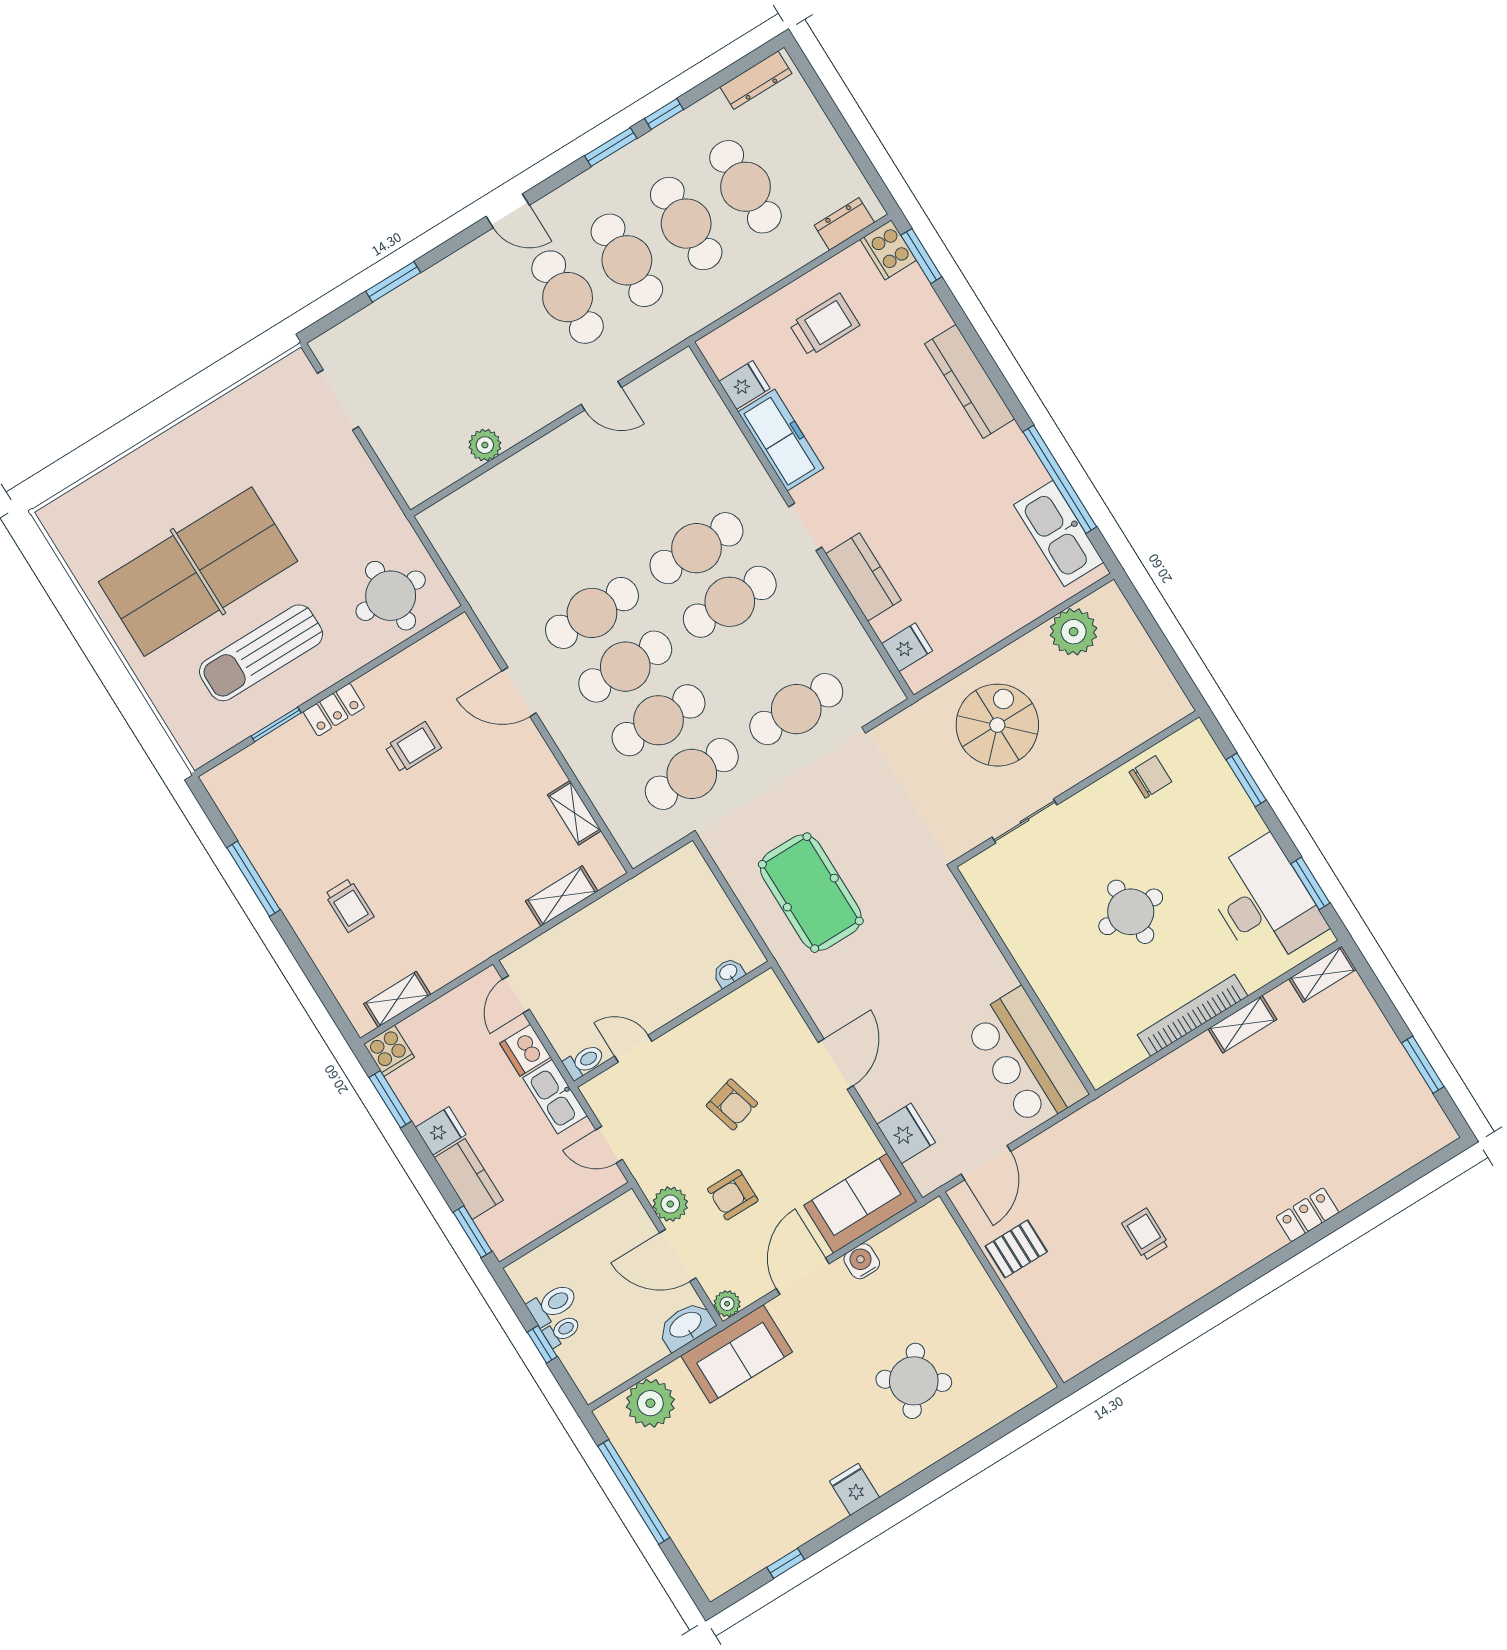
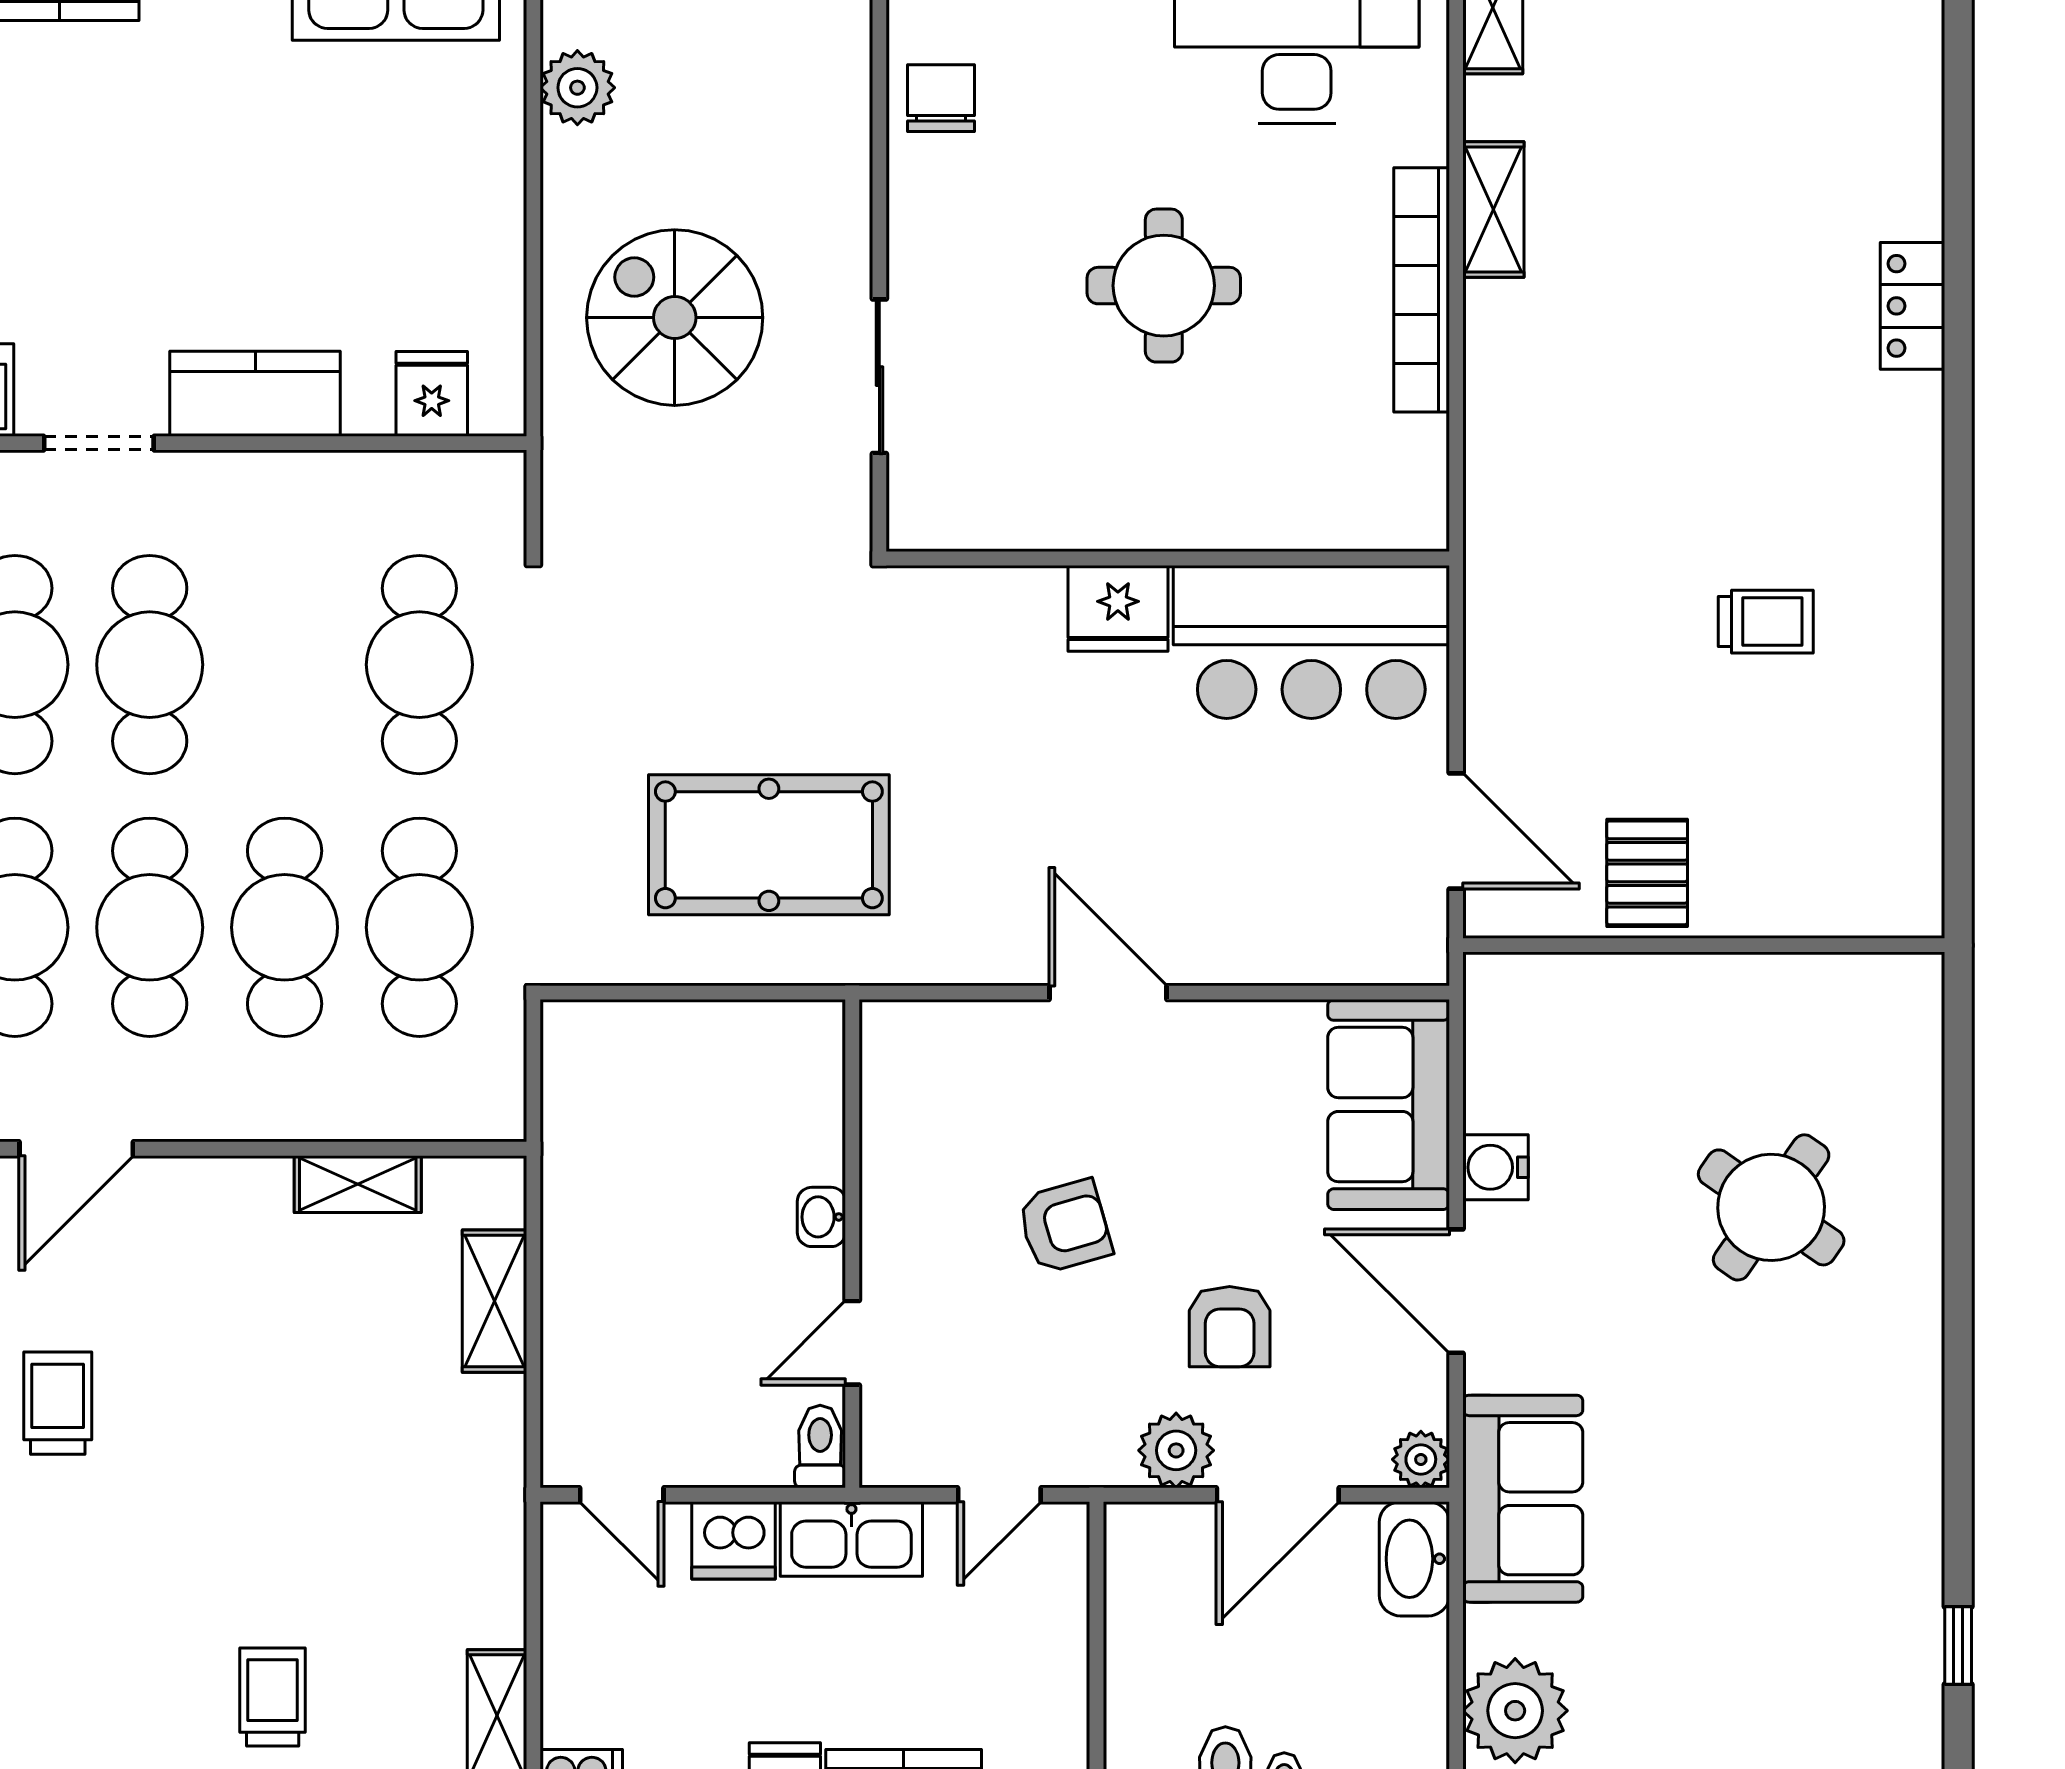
plant: (1074, 632) -> (577, 88), width x0.73, depth x0.73
trolley: (349, 905) -> (273, 1697), turned -90
washbasin: (729, 973) -> (821, 1217), moved
fridge: (906, 1133) -> (1118, 608), moved, turned 180
trolley: (1146, 1234) -> (1766, 622), turned 180
fridge: (854, 1489) -> (1901, 1437), removed

